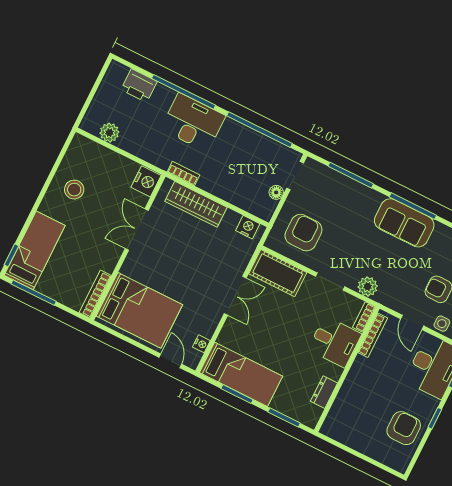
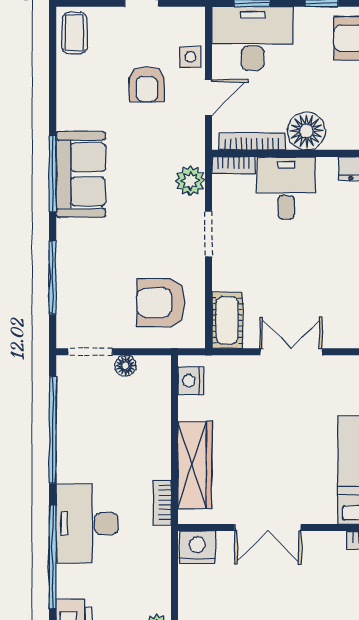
cot: (278, 273) -> (227, 320), width x0.73, depth x0.75
floor lamp: (363, 371) -> (306, 131), added

